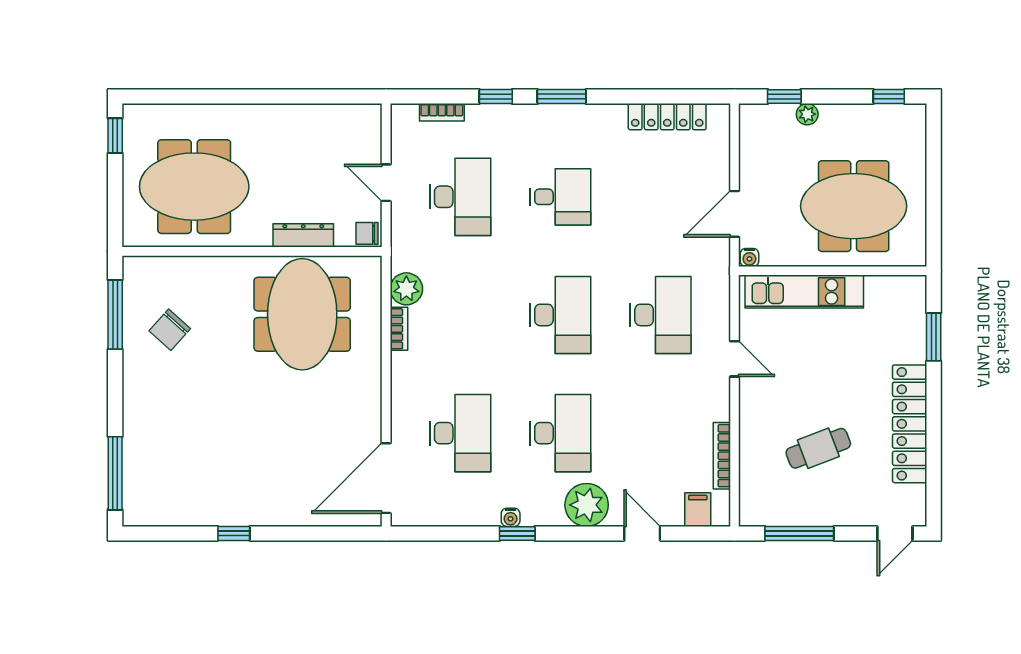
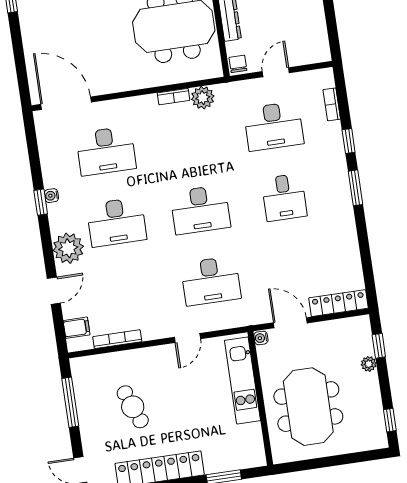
locker: (667, 117) -> (338, 303), moved, turned 90

